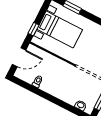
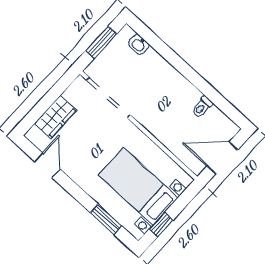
window: (33, 29) -> (161, 224), moved

